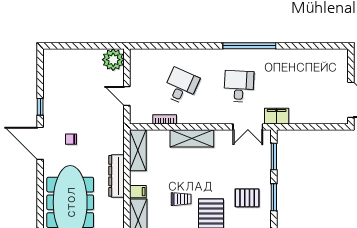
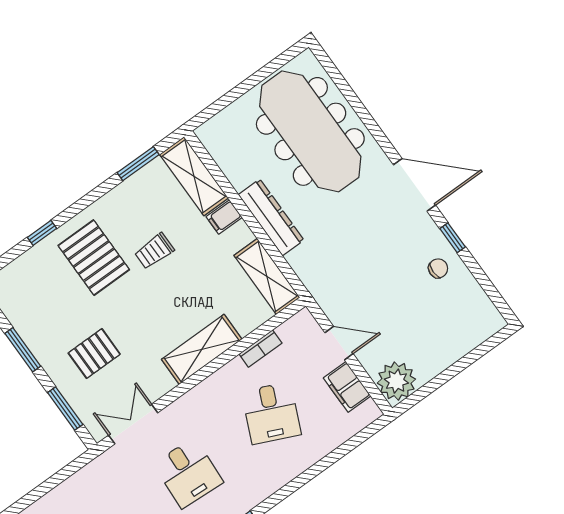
filing cabinet: (277, 116) -> (347, 387), moved, turned 90
chair: (71, 139) -> (438, 268), moved
pallet: (247, 198) -> (94, 354), moved

